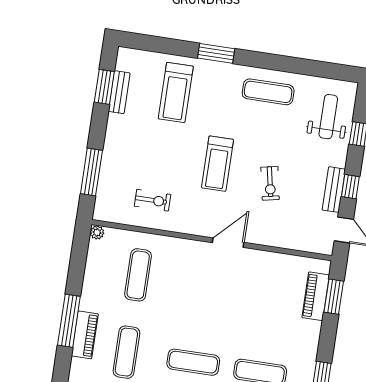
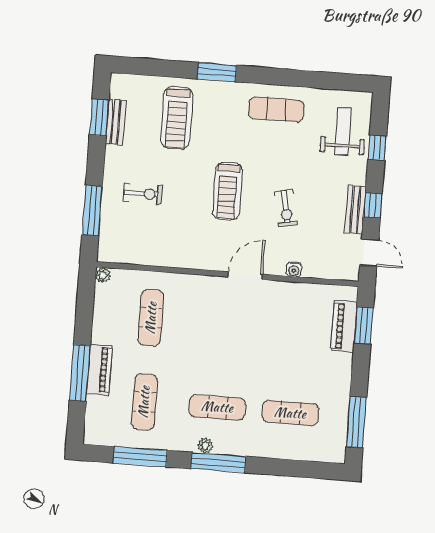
exercise bike: (153, 200) -> (143, 194), moved
water cooler: (273, 240) -> (294, 269), added
piano: (85, 335) -> (99, 370), moved

